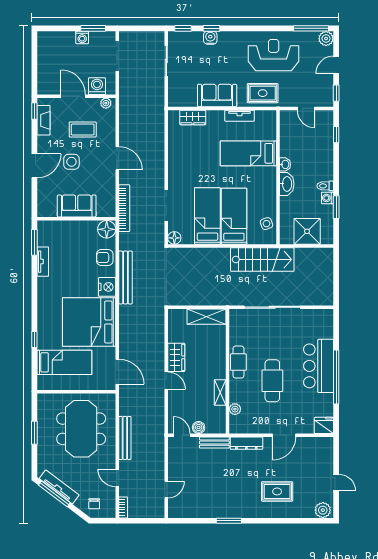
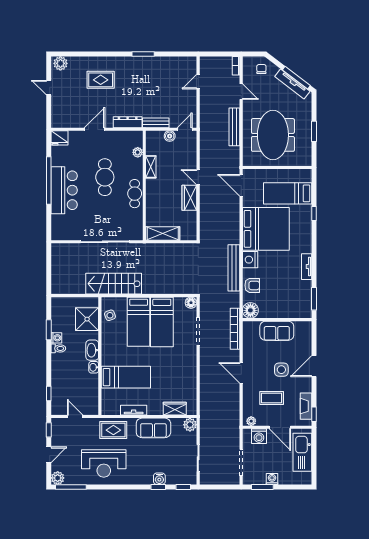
kitchen sink: (48, 68) -> (302, 452), added
plant: (175, 99) -> (190, 425), added
shower: (307, 231) -> (87, 319), moved
tv unit: (43, 262) -> (307, 267), moved
door: (182, 435) -> (185, 129), swing flipped

